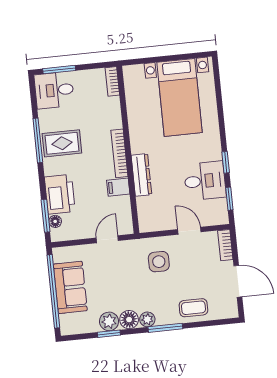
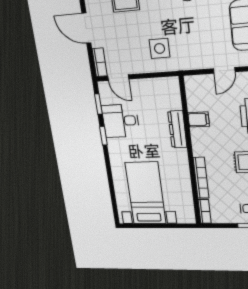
bookcase: (119, 153) -> (201, 178), moved
door: (189, 231) -> (118, 78), moved
door: (107, 239) -> (224, 70), moved

